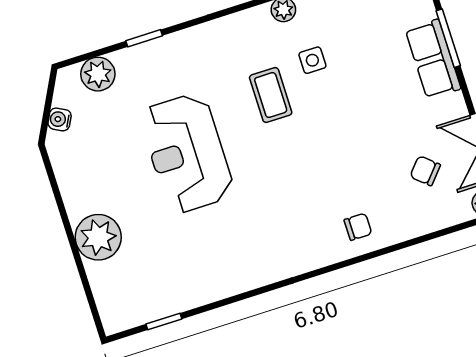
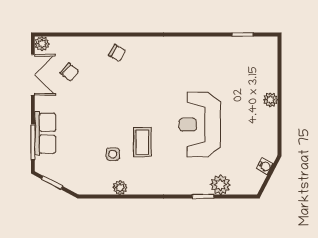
plant: (98, 74) -> (220, 185), moved
reception desk: (187, 153) -> (200, 125), turned 180
chair: (358, 227) -> (117, 53), turned -150
plant: (98, 237) -> (270, 100), width x0.53, depth x0.53

